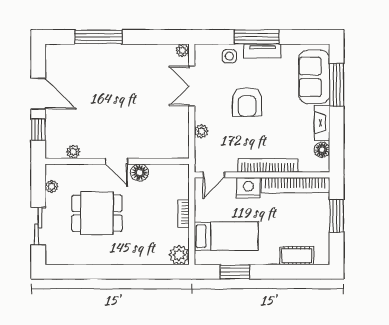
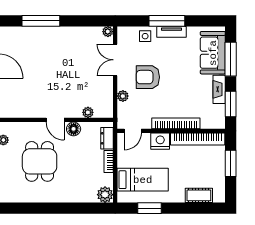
armchair: (247, 102) -> (148, 77), moved, turned 90
window: (337, 141) -> (231, 104), added
floor lamp: (322, 150) -> (219, 111), removed
plant: (73, 152) -> (88, 112), moved
dresser: (181, 184) -> (107, 138), added
dining table: (97, 213) -> (40, 161), turned 90

